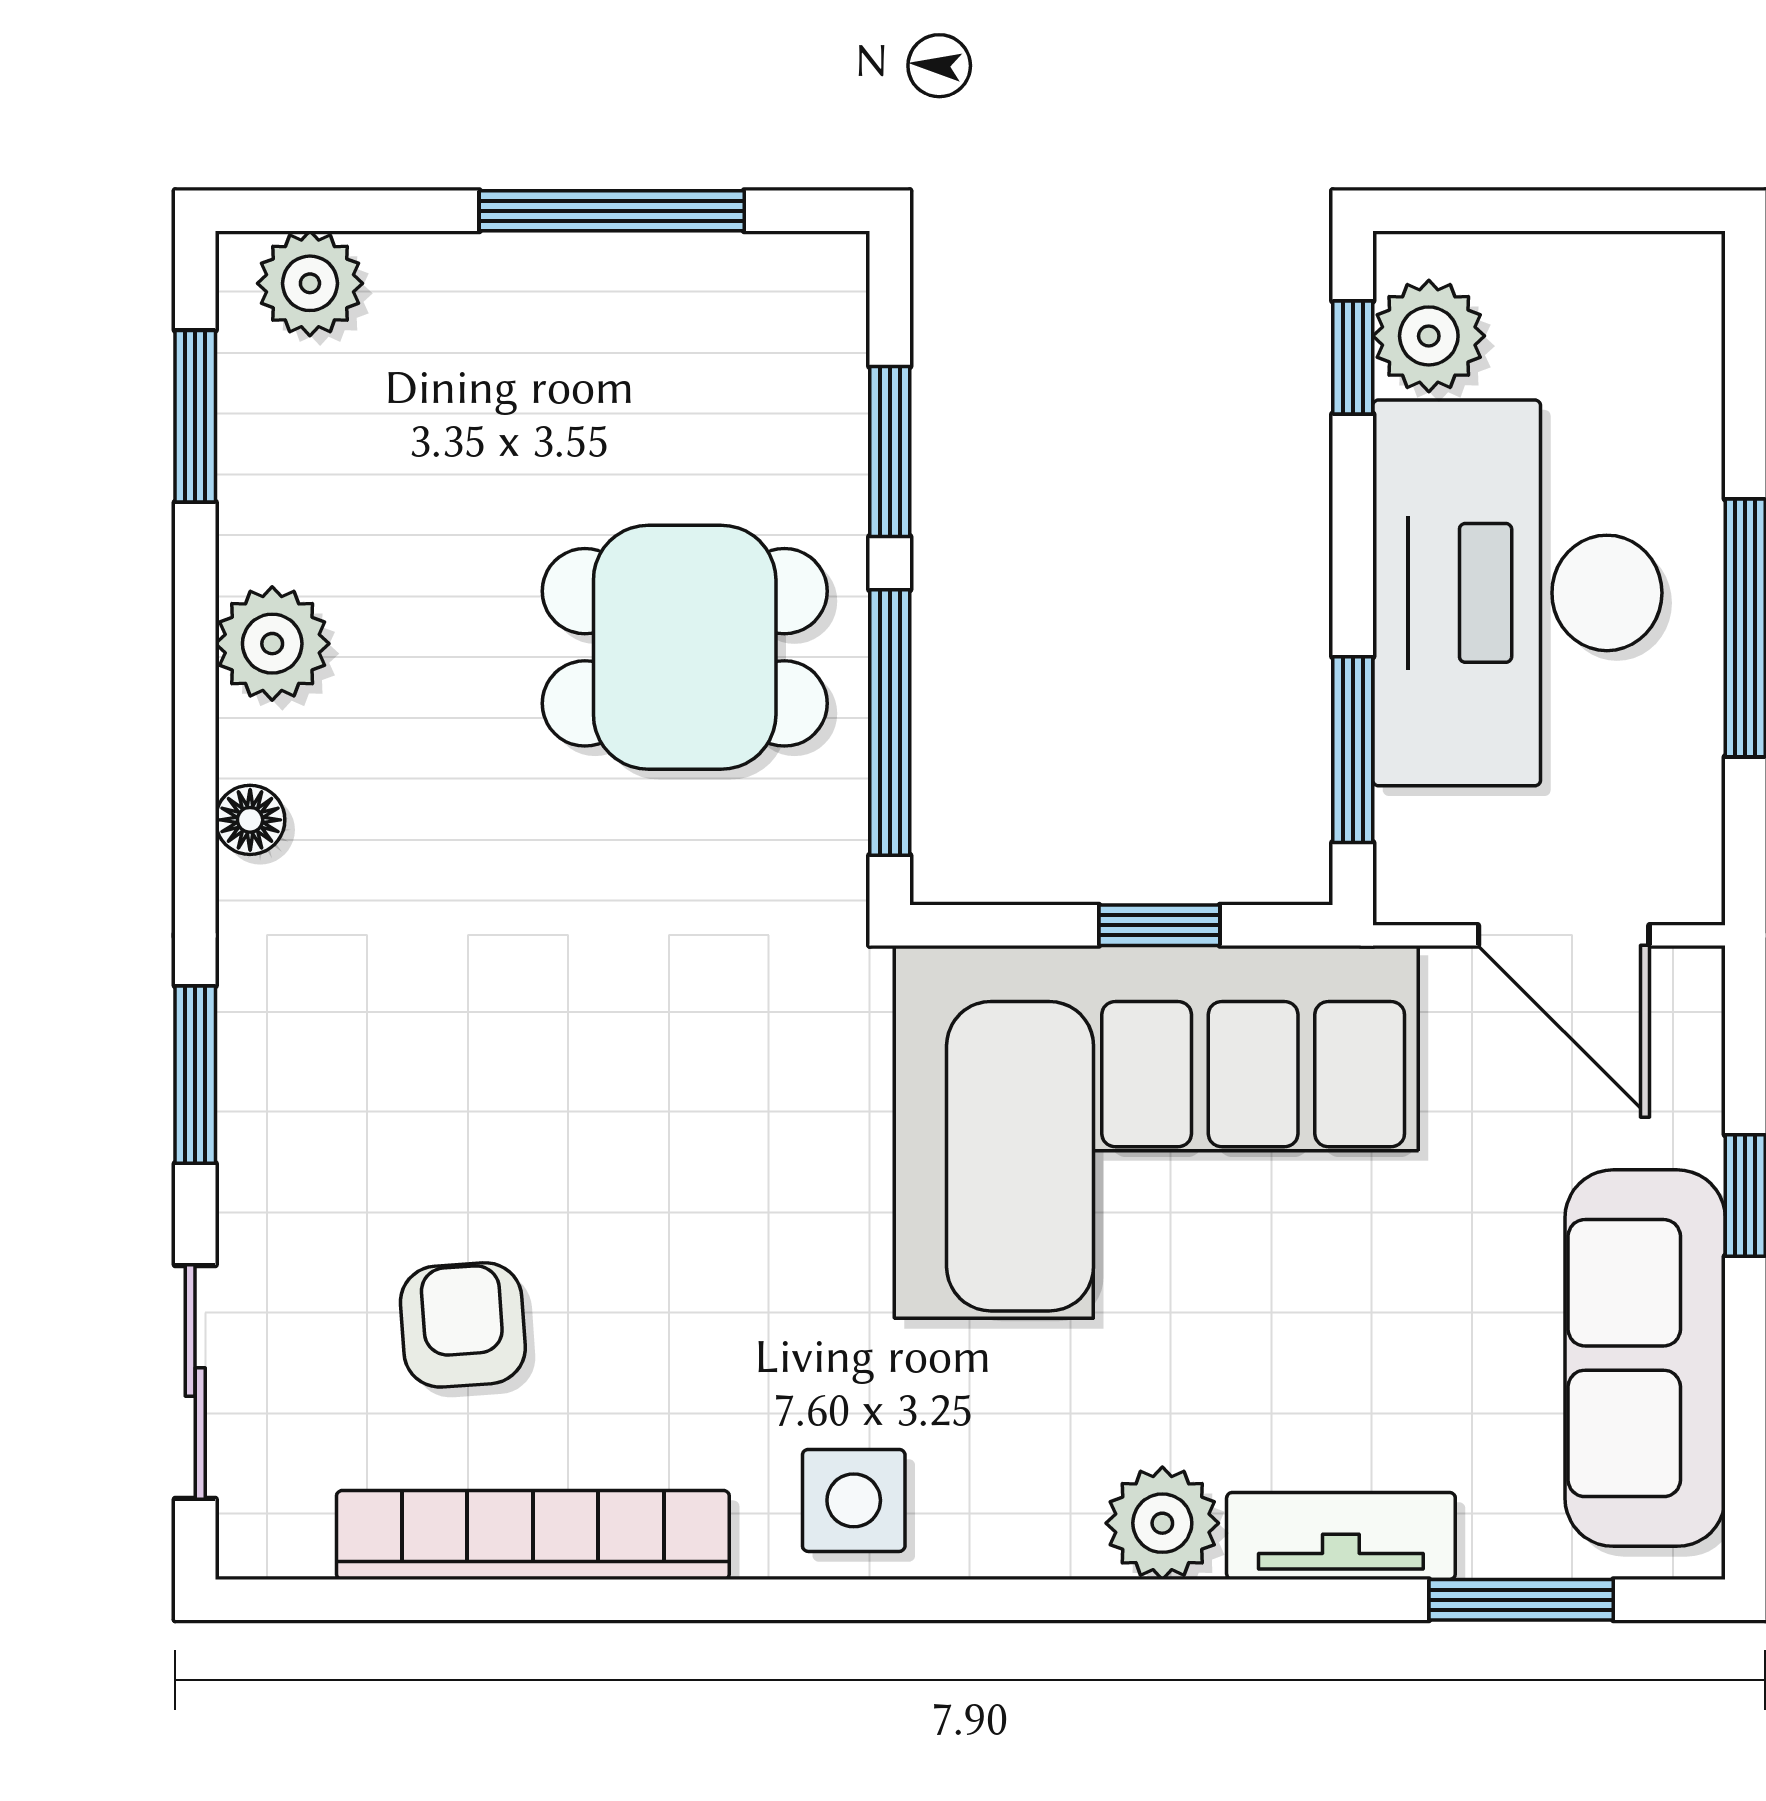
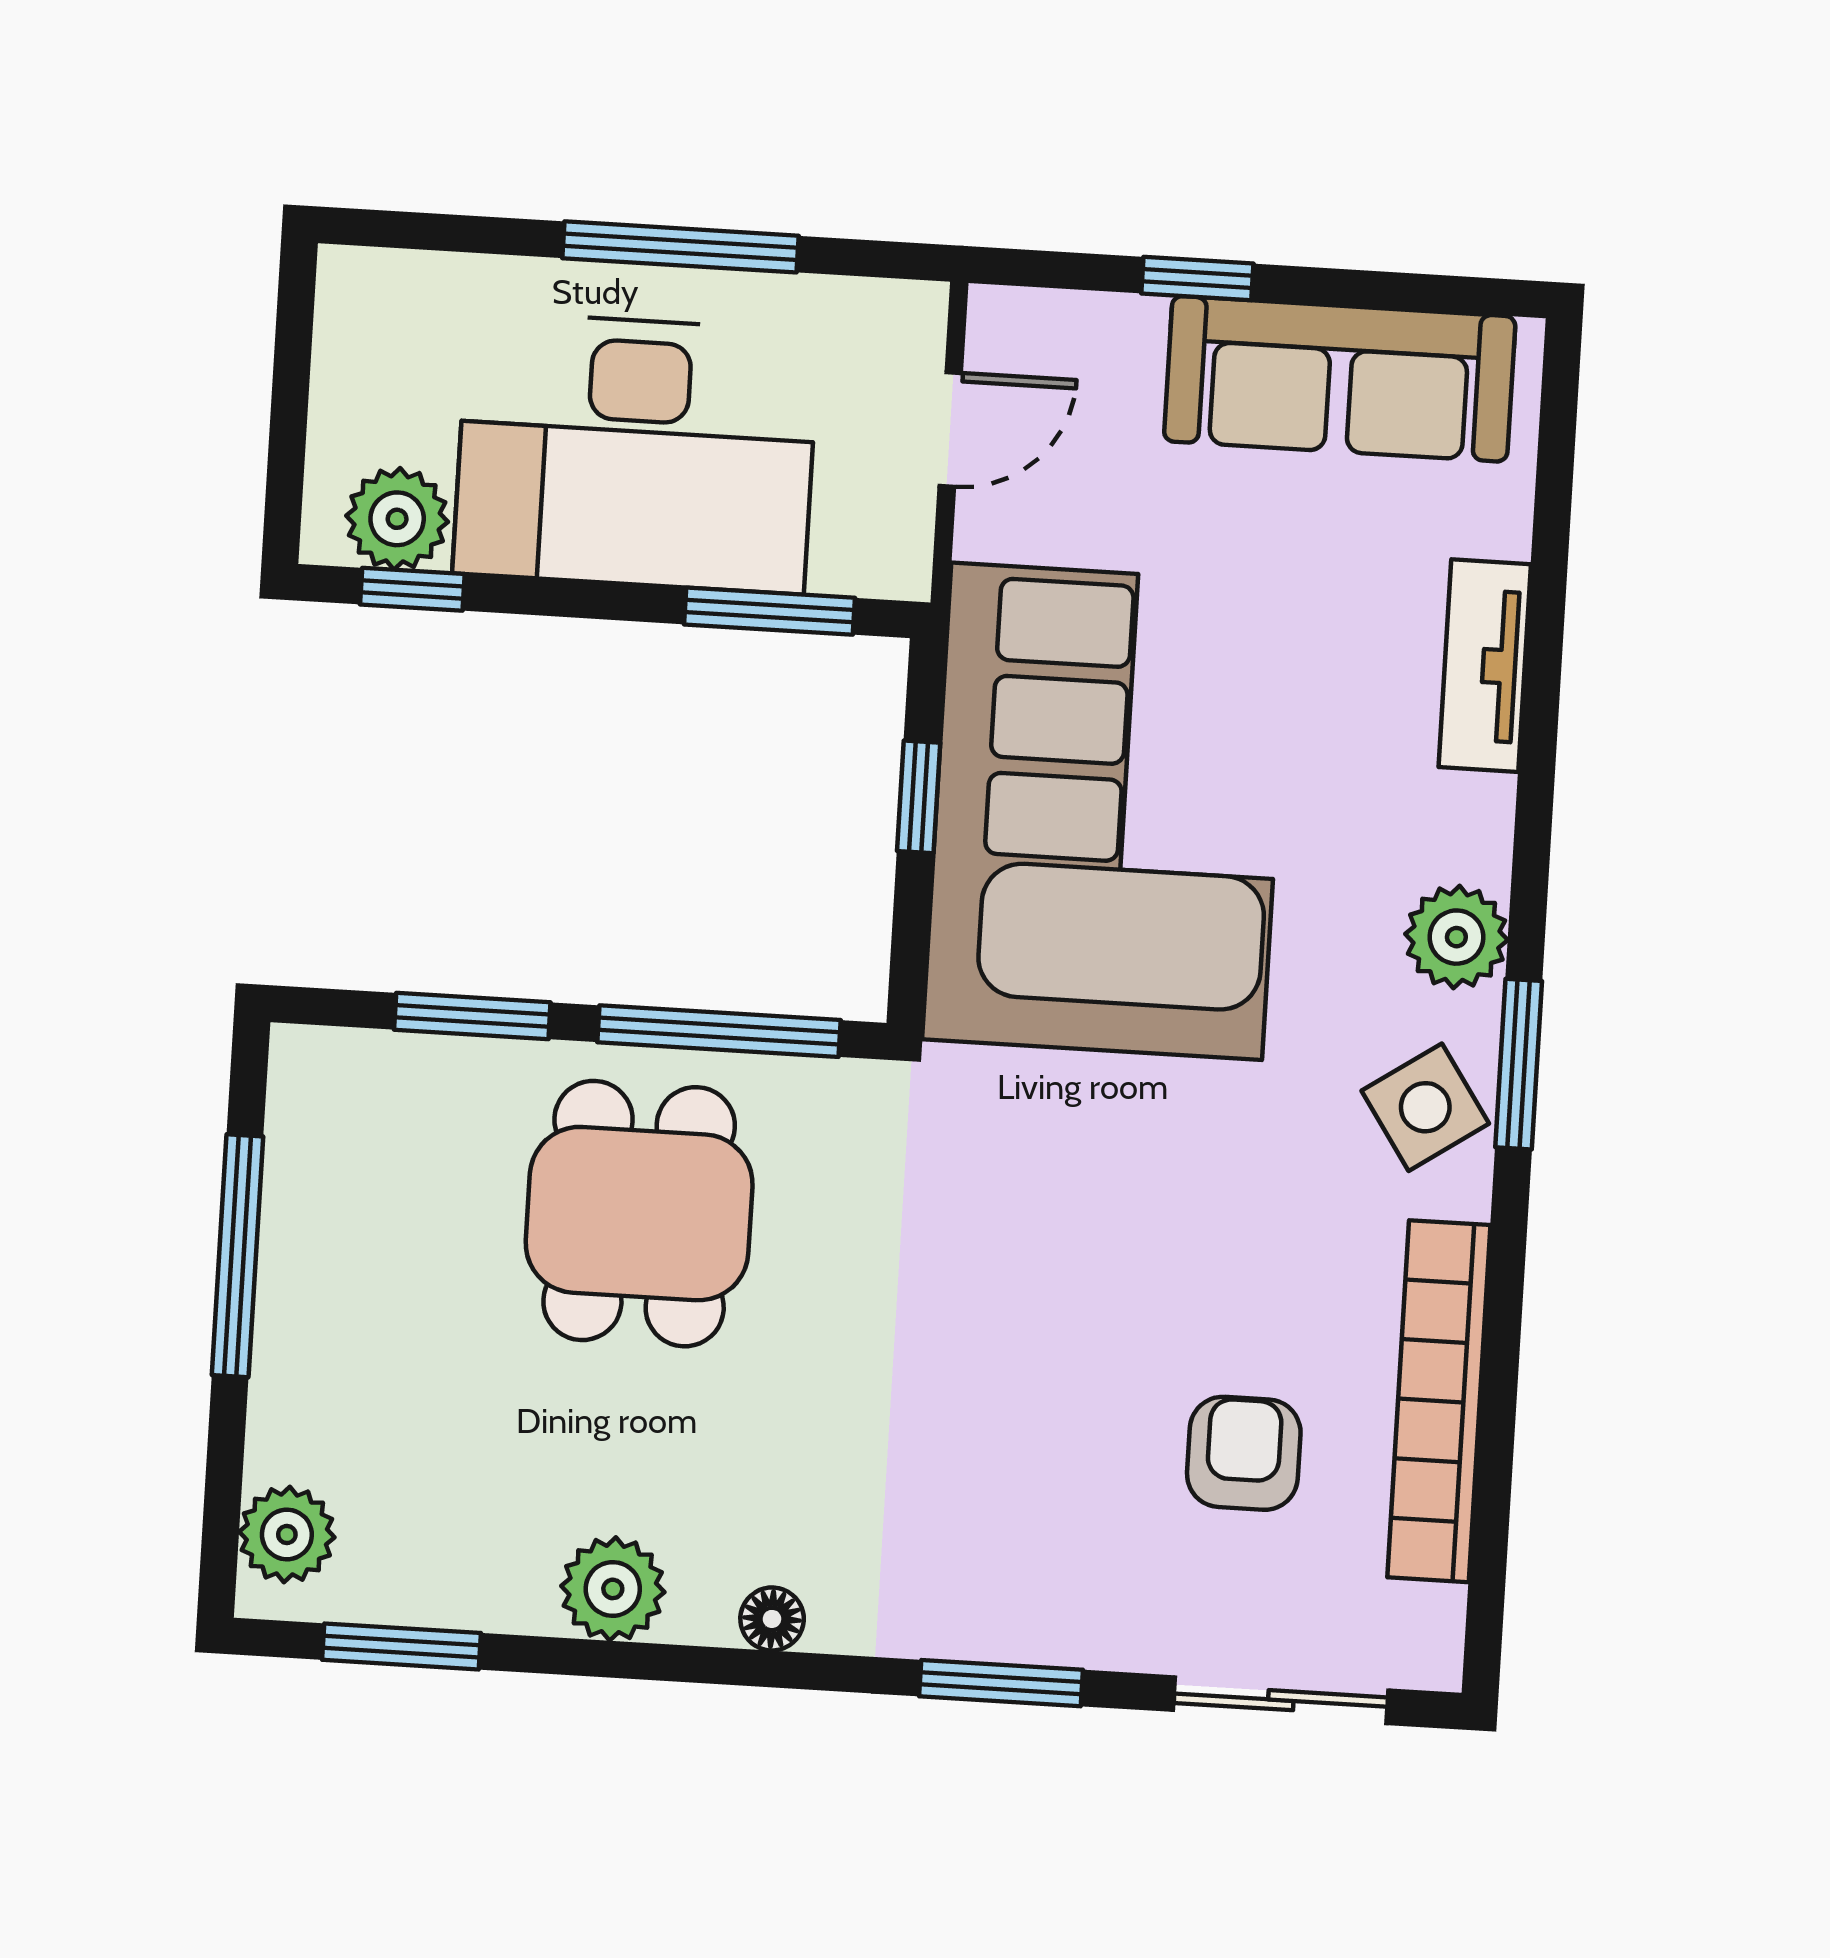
door: (1564, 935) -> (950, 429), width x0.73
armchair: (463, 1325) -> (1244, 1453), turned 94
side table: (854, 1500) -> (1425, 1107), turned -34
plant: (1162, 1523) -> (1456, 937), moved
window: (1521, 1600) -> (1519, 1064), moved

